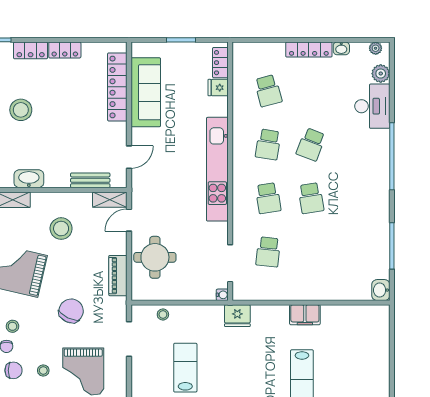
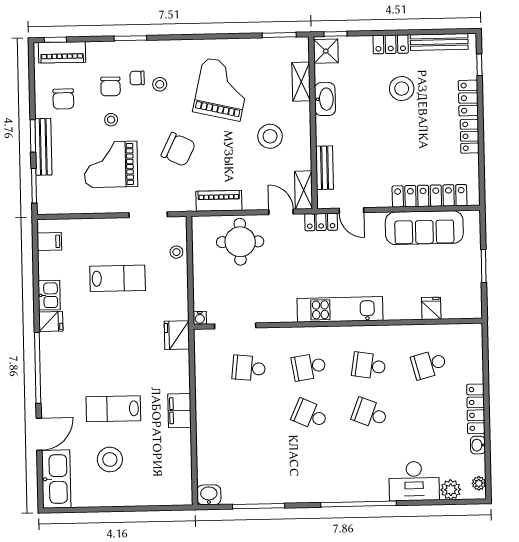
locker: (220, 63) -> (321, 222), moved, turned 180
kitchen unit: (217, 169) -> (340, 309), width x0.73
school desk: (311, 198) -> (310, 415), turned 33
stool: (347, 378) -> (110, 459), added

